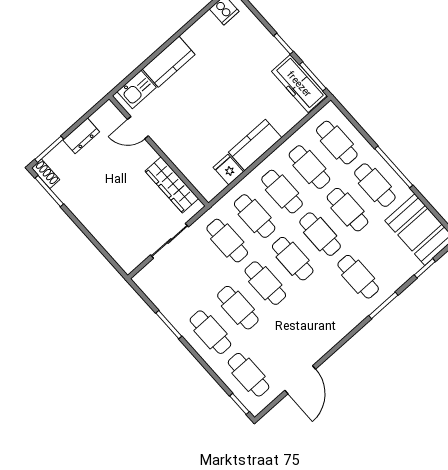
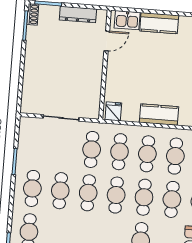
door: (138, 128) -> (107, 41), swing flipped
dresser: (81, 136) -> (78, 14), width x1.44
fridge: (228, 170) -> (113, 111), moved
wardrobe: (172, 185) -> (93, 90), removed

